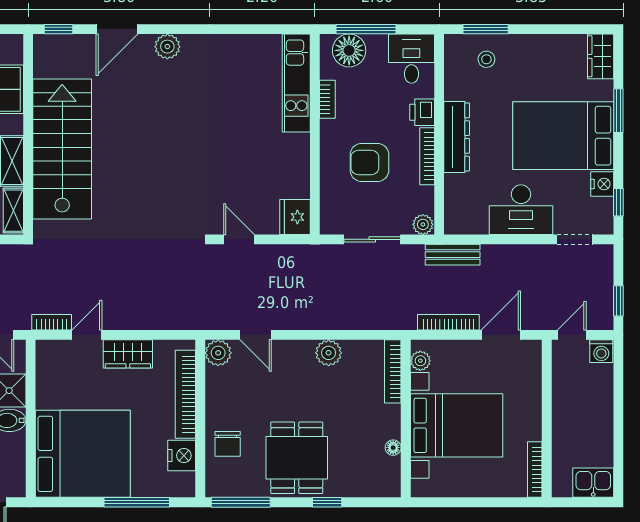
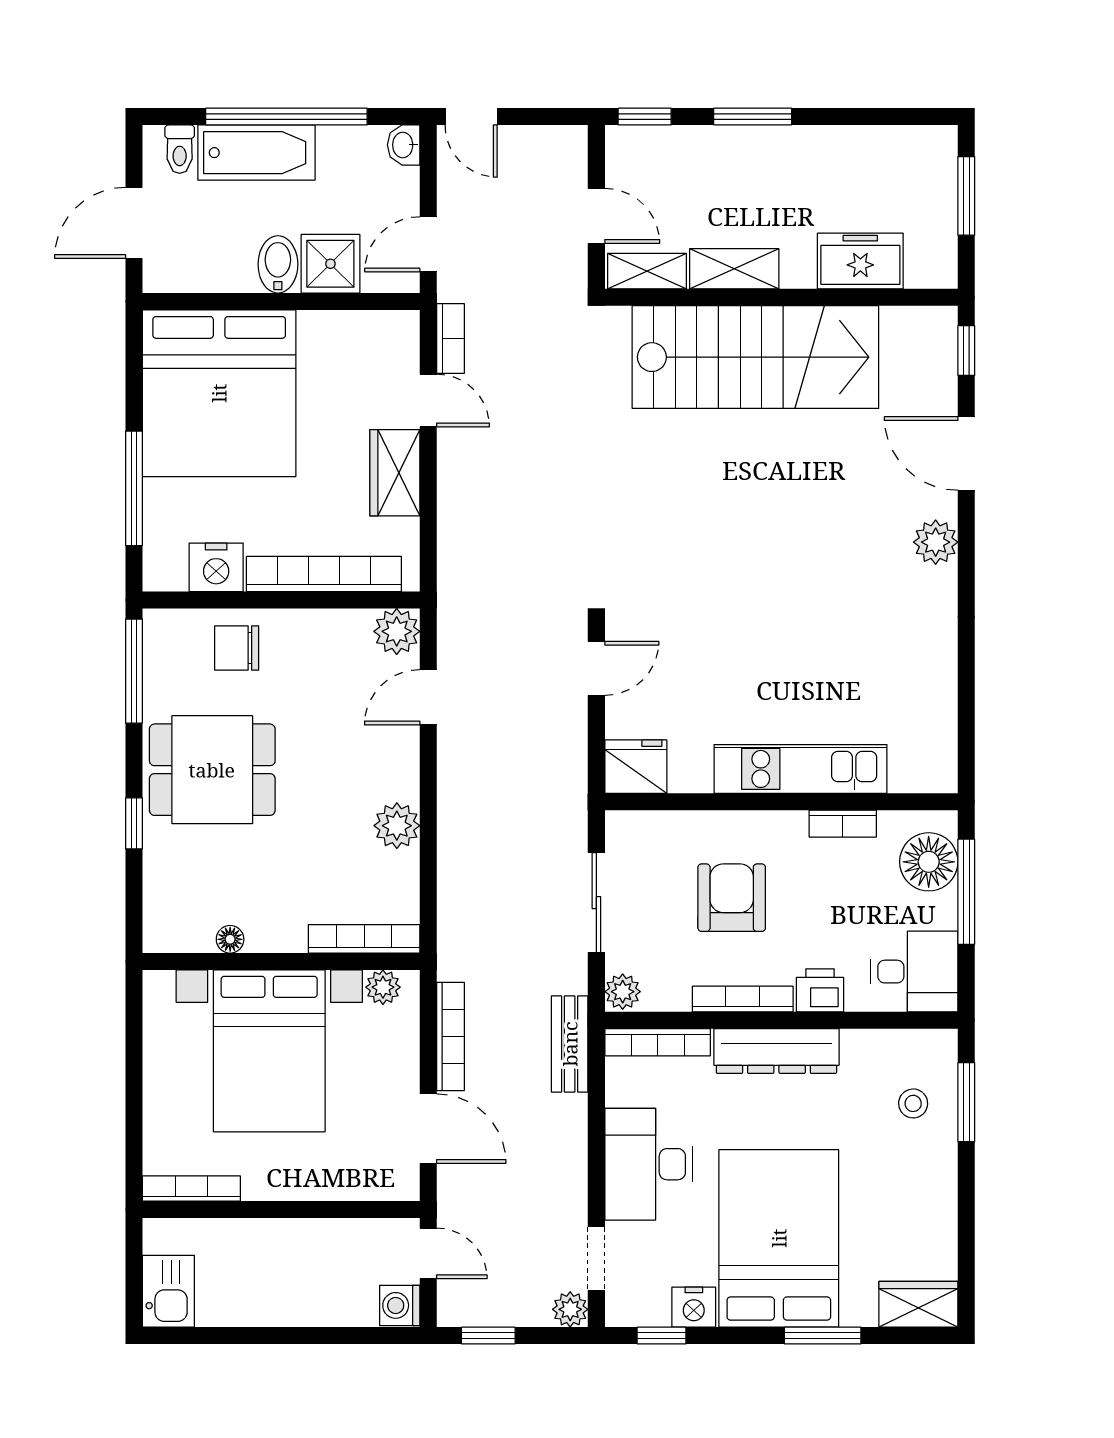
kitchen unit: (296, 83) -> (801, 769), moved
bookcase: (452, 205) -> (658, 1042), added
plant: (604, 254) -> (570, 1309), added

